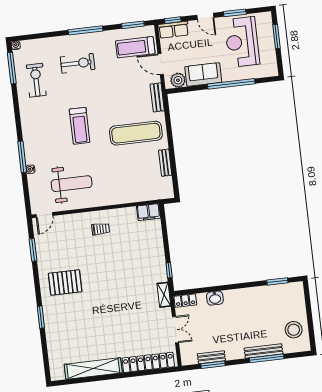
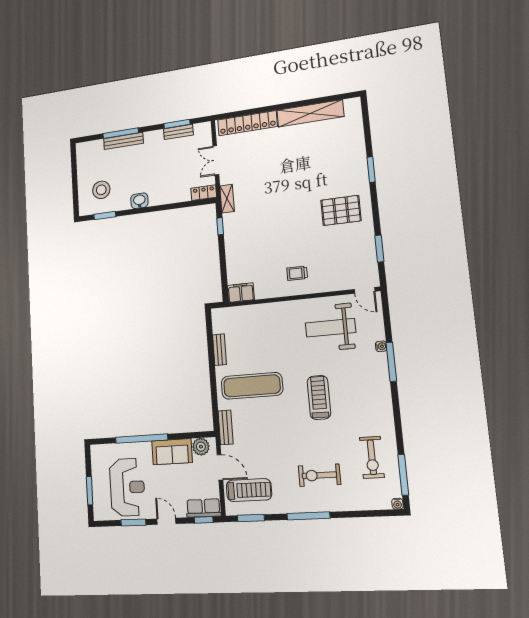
door: (44, 215) -> (365, 290), swing flipped
washbasin: (215, 298) -> (139, 201), moved
stool: (294, 330) -> (101, 190), moved

